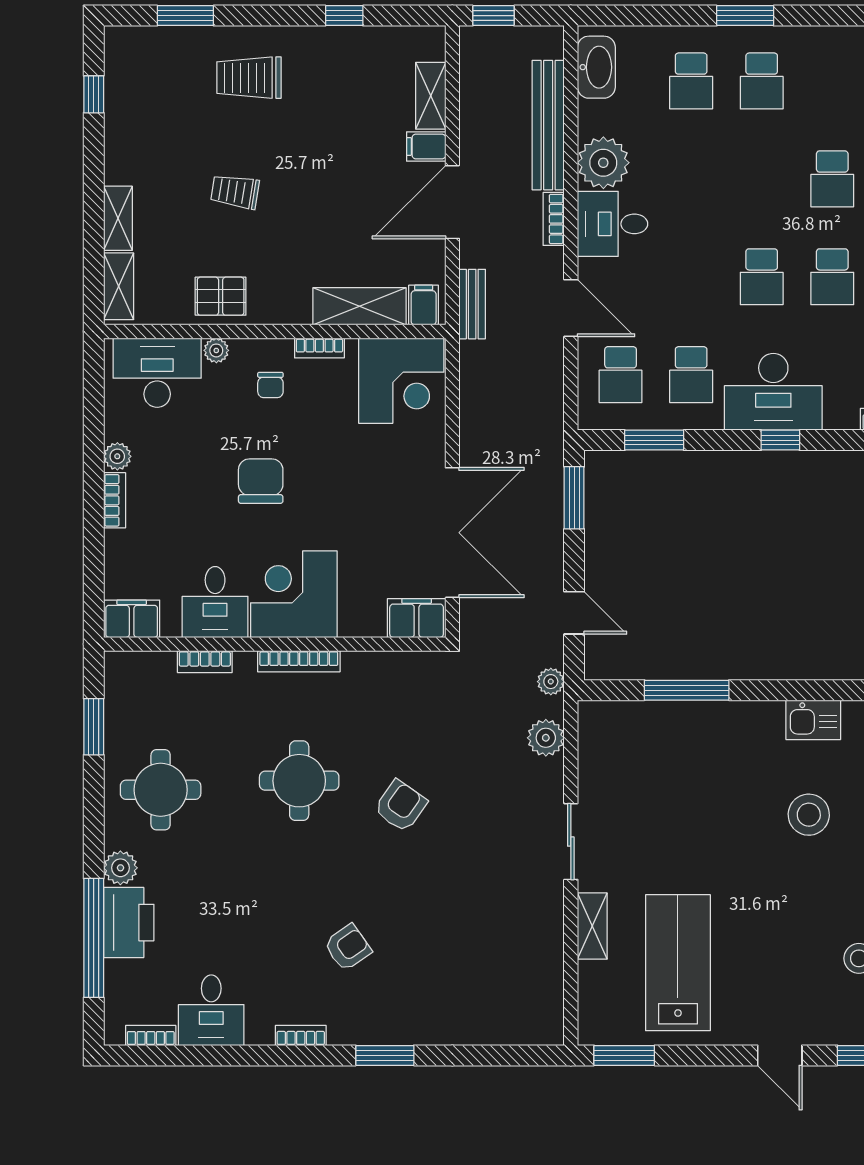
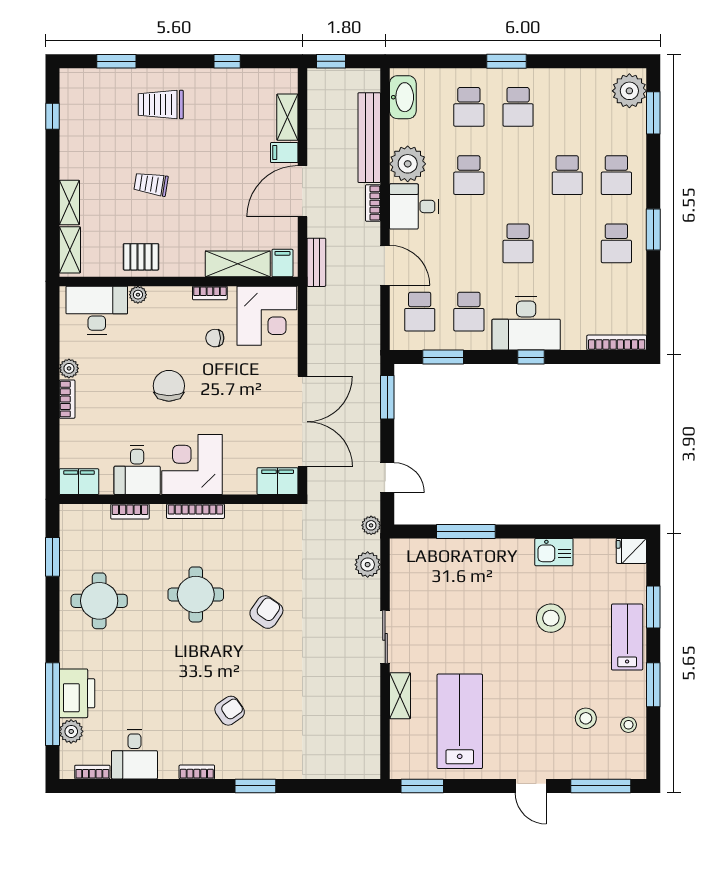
school desk: (832, 277) -> (469, 175), moved
chair: (270, 385) -> (215, 338), moved, turned 90
plant: (120, 868) -> (71, 731), moved

